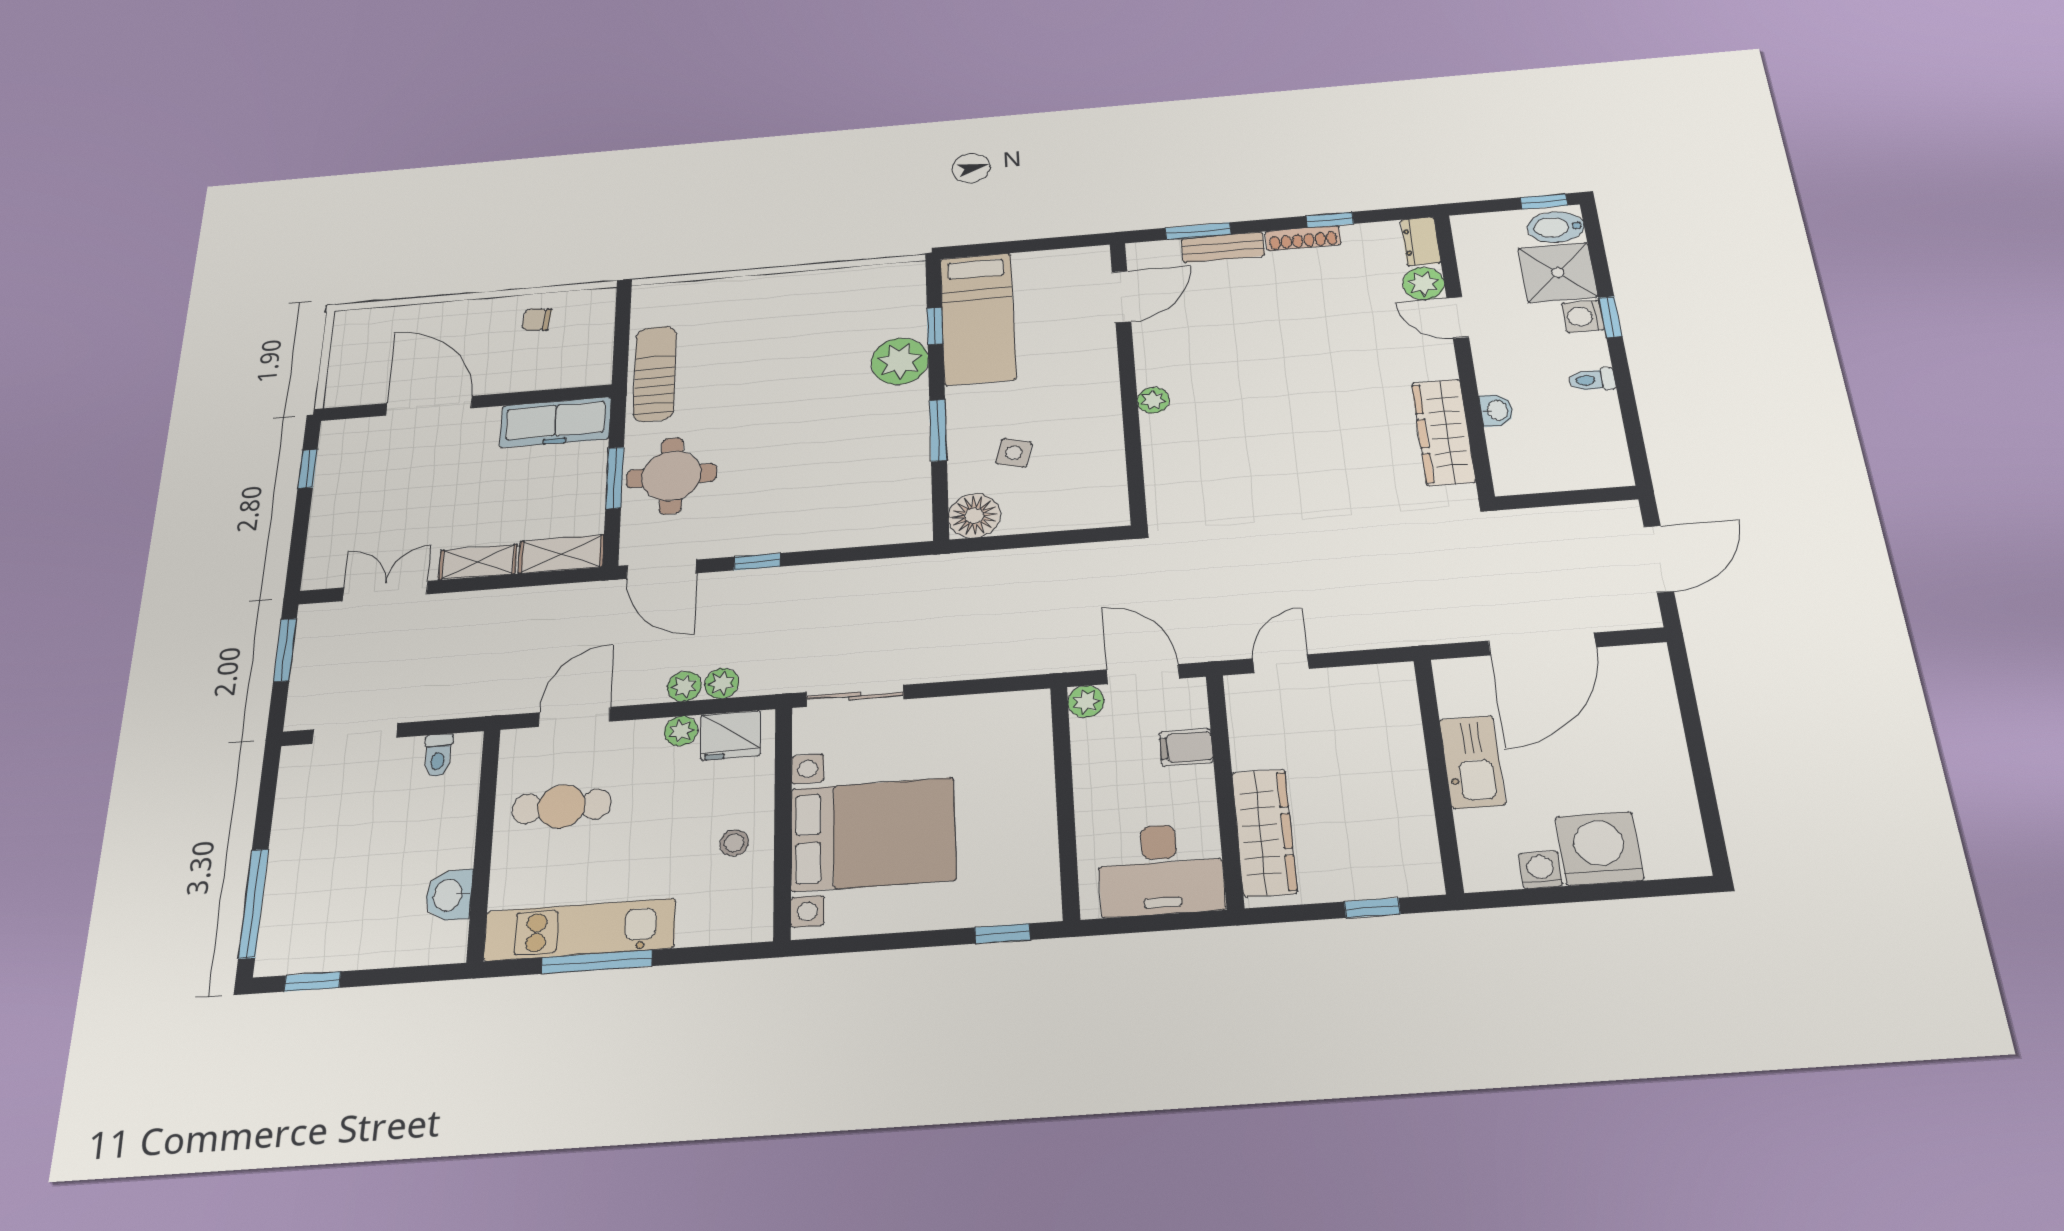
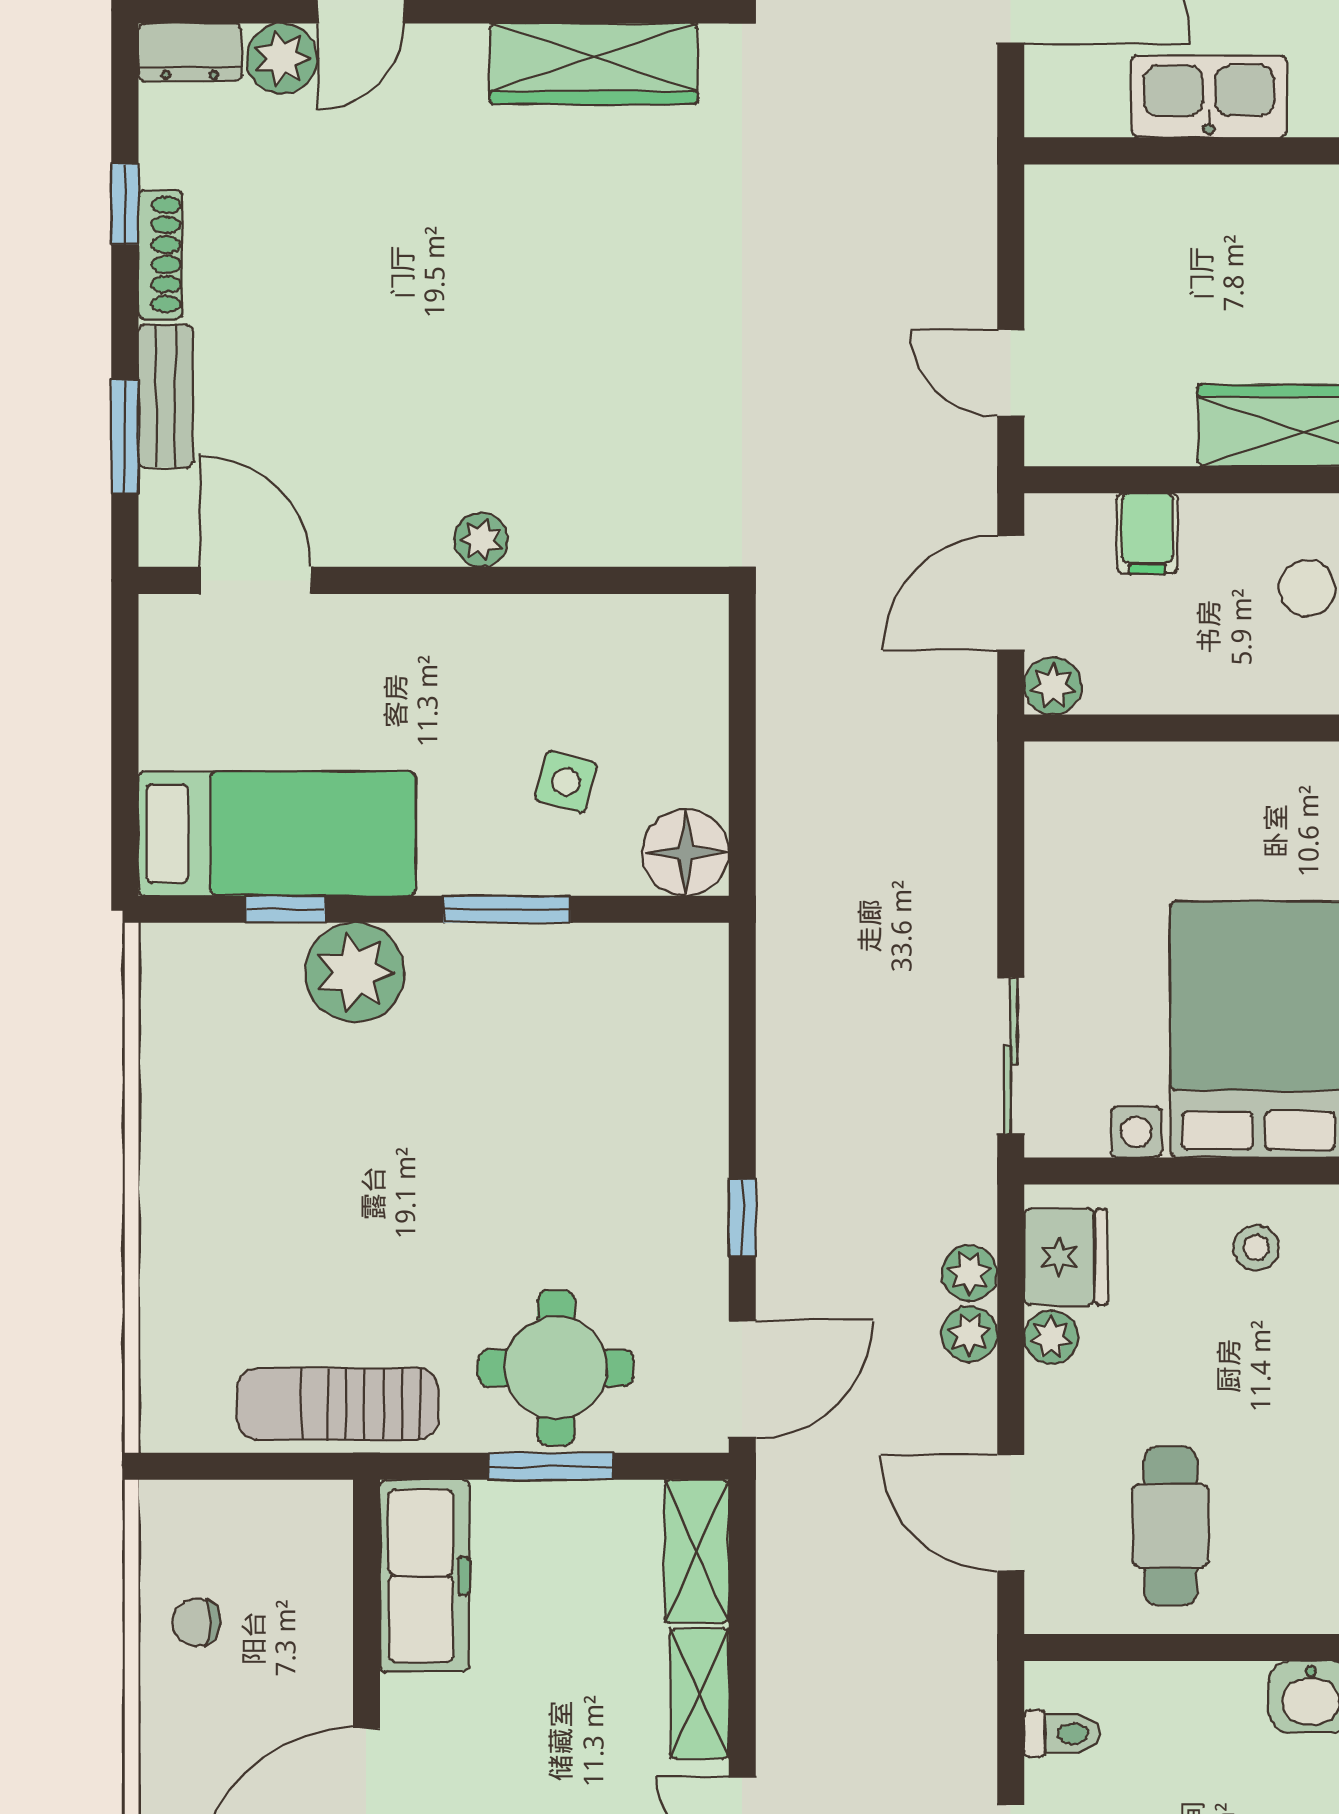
chair: (537, 319) -> (197, 1622), turned 83

